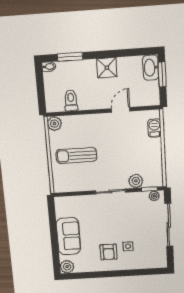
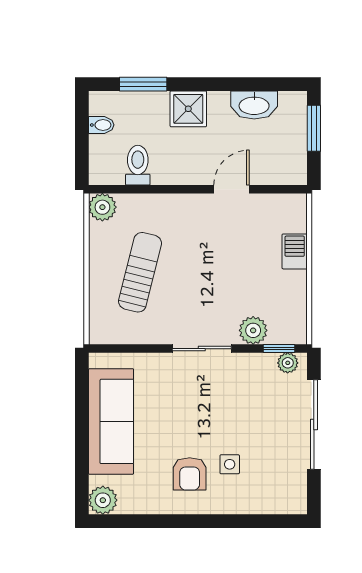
bidet: (49, 67) -> (101, 125), moved
shower: (107, 68) -> (188, 109), moved
washbasin: (151, 68) -> (254, 105), moved, turned -90
barbecue: (154, 128) -> (295, 251), moved
sun lounger: (76, 156) -> (140, 272), turned 104
sofa: (68, 236) -> (111, 421), width x1.36

